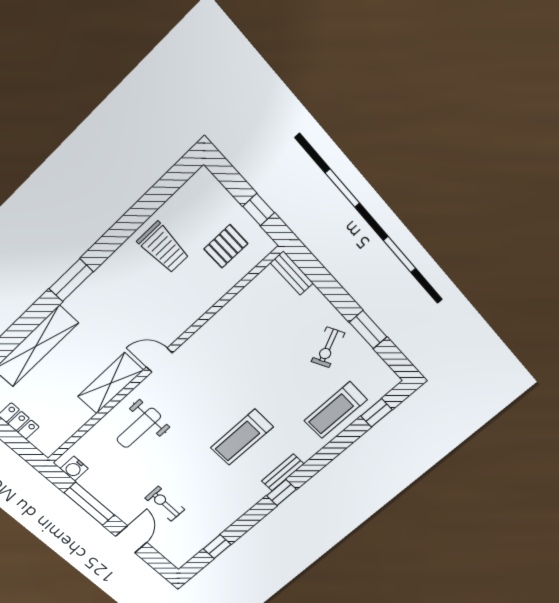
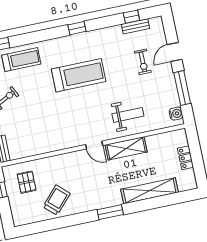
pallet: (226, 246) -> (27, 182), turned 90
trolley: (163, 248) -> (57, 200), turned 43
treadmill: (242, 437) -> (79, 75), width x1.37, depth x1.38
bench: (283, 472) -> (136, 26), moved

